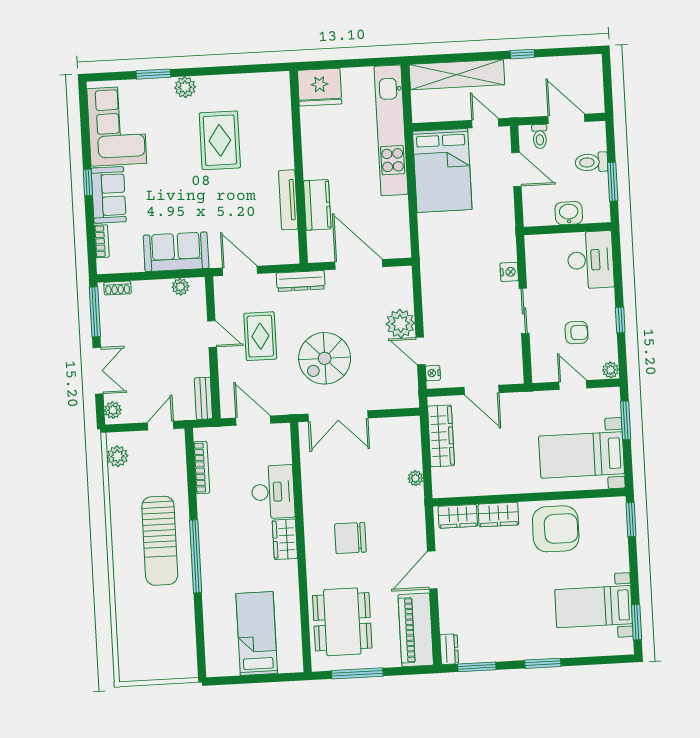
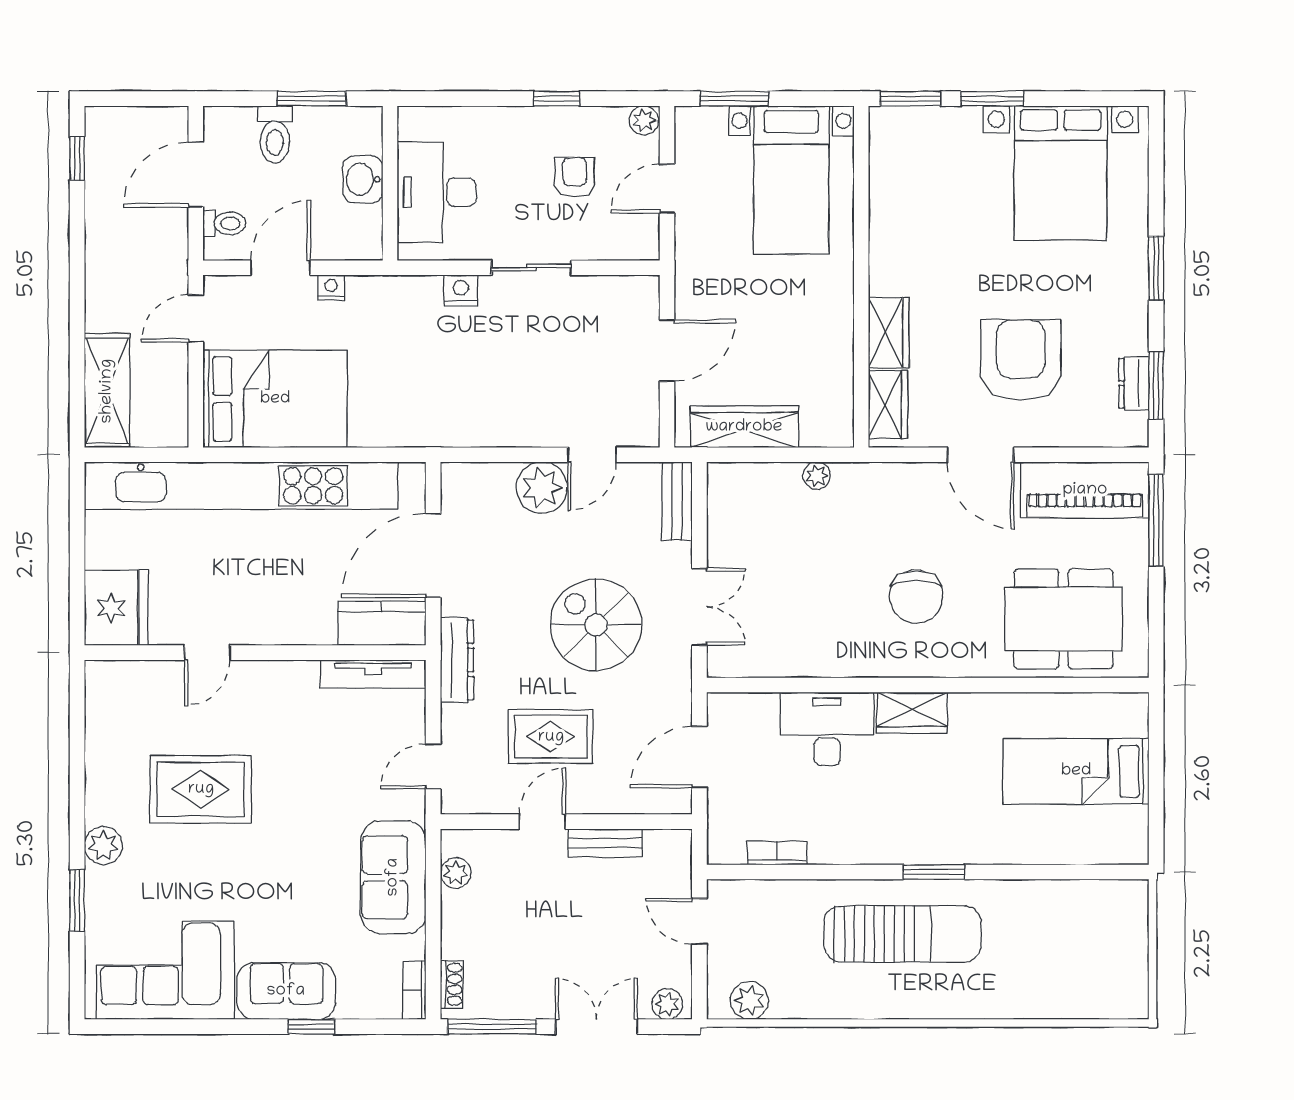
window: (522, 54) -> (77, 158), moved
shelving: (457, 75) -> (107, 391), width x0.68
kitchen unit: (391, 130) -> (241, 486), width x1.36
door: (297, 140) -> (207, 653), added
window: (88, 182) -> (311, 1027), moved
tv unit: (288, 200) -> (373, 674), moved
kitchen counter: (317, 205) -> (382, 623), moved
bookcase: (102, 241) -> (414, 990), moved, turned -90
desk: (591, 260) -> (437, 192), moved, turned -90
door: (240, 271) -> (433, 766), width x0.73
spiral stairs: (325, 358) -> (596, 625), turned 180
nightstand: (433, 373) -> (331, 288), moved, turned 180
bench: (203, 398) -> (605, 843), moved
bench: (397, 400) -> (677, 501), added
double door: (338, 416) -> (699, 607), width x0.73
bookcase: (202, 467) -> (777, 853), width x0.64
armchair: (556, 529) -> (1021, 360), moved
window: (196, 556) -> (934, 872), width x0.47
bed with nightstands: (594, 607) -> (1061, 173), width x1.36
window: (637, 622) -> (992, 99), moved
dresser: (449, 649) -> (1134, 383), moved, turned -90
window: (357, 673) -> (1156, 520), moved

